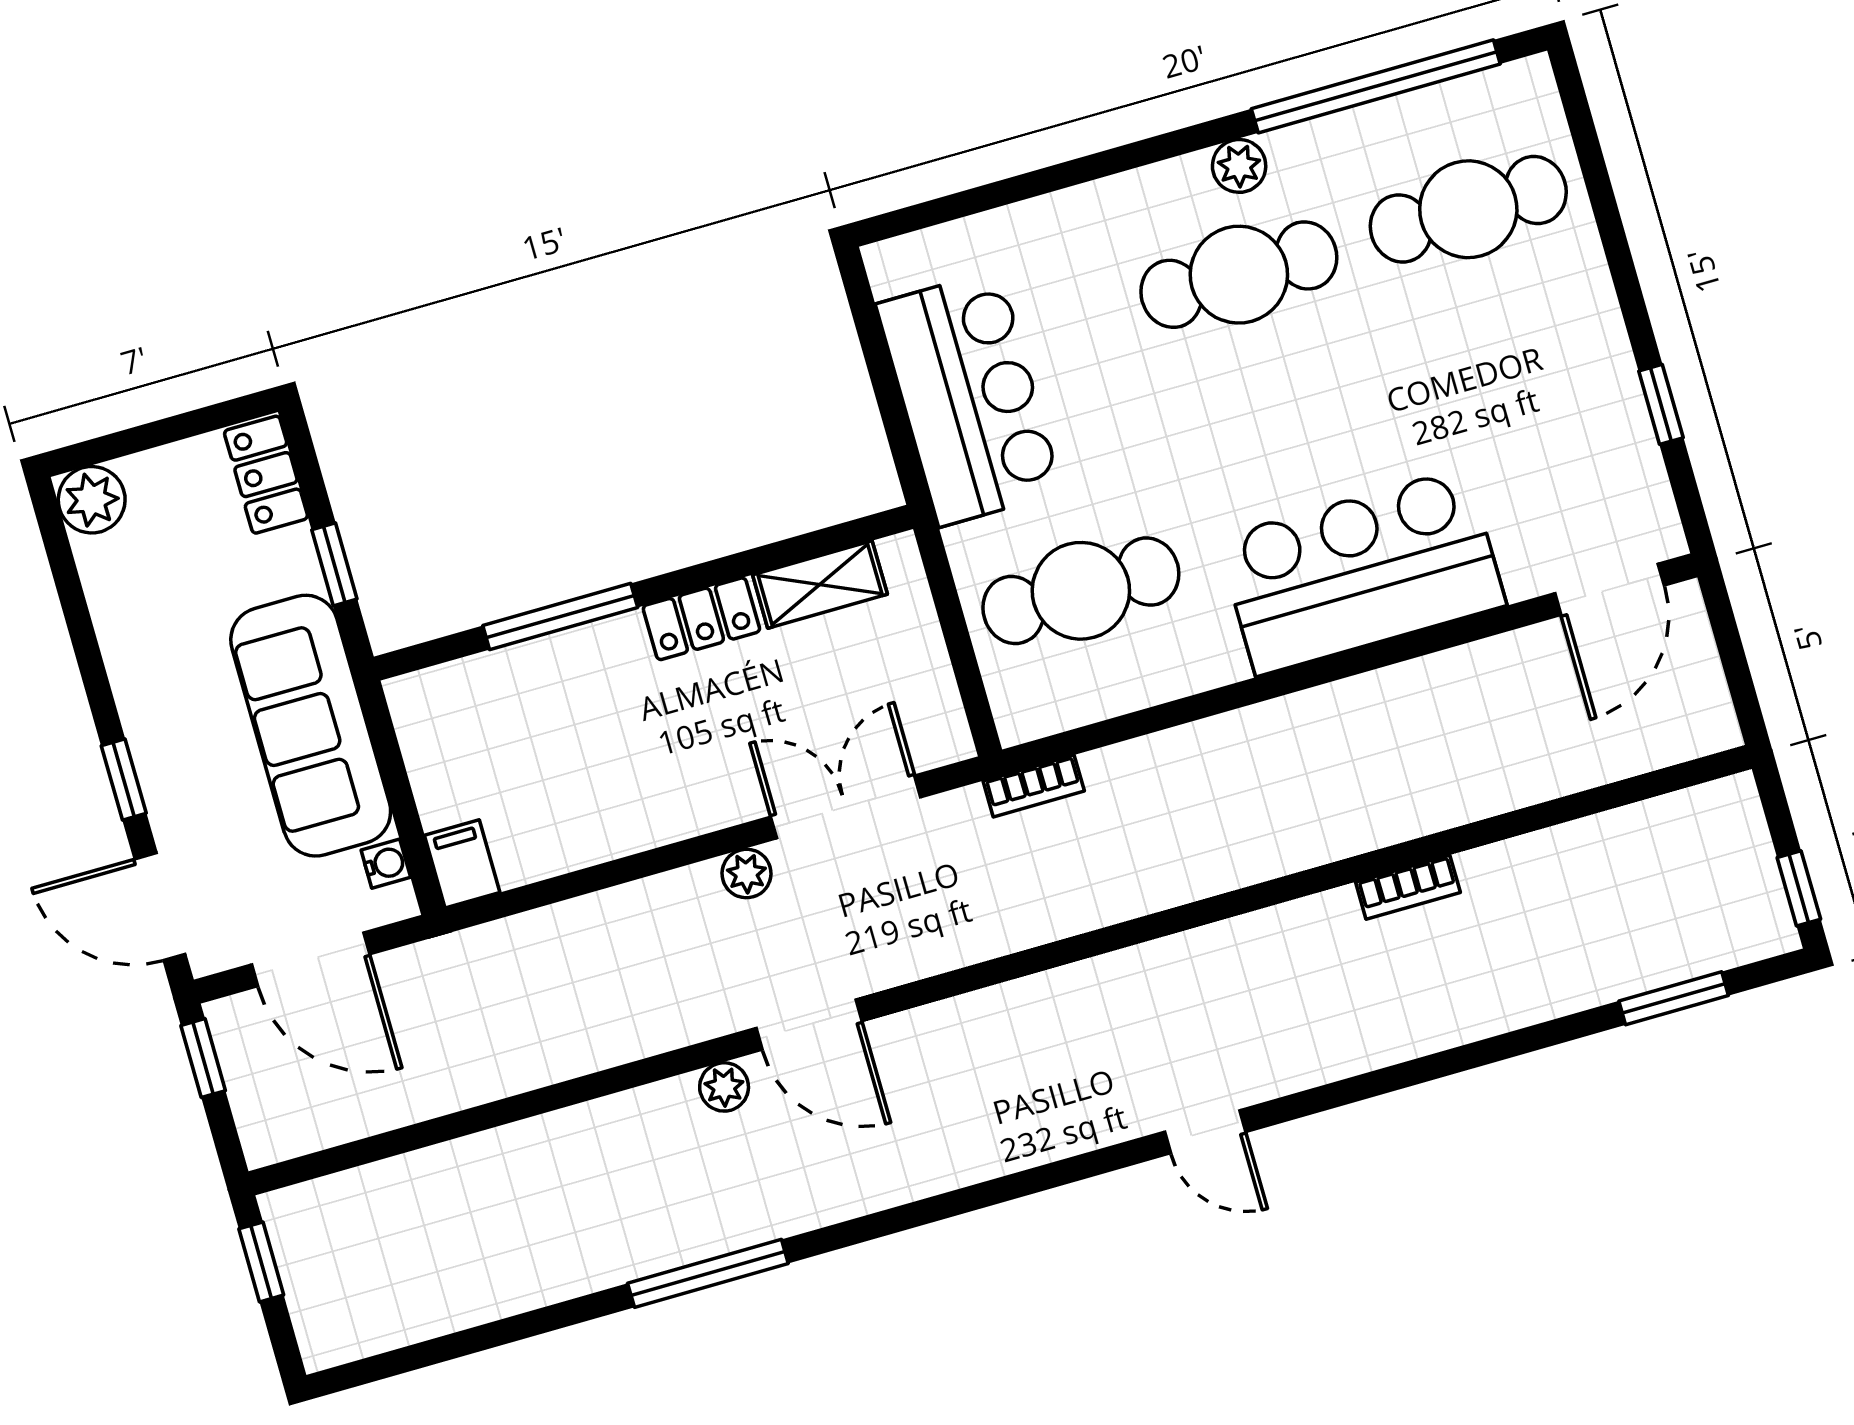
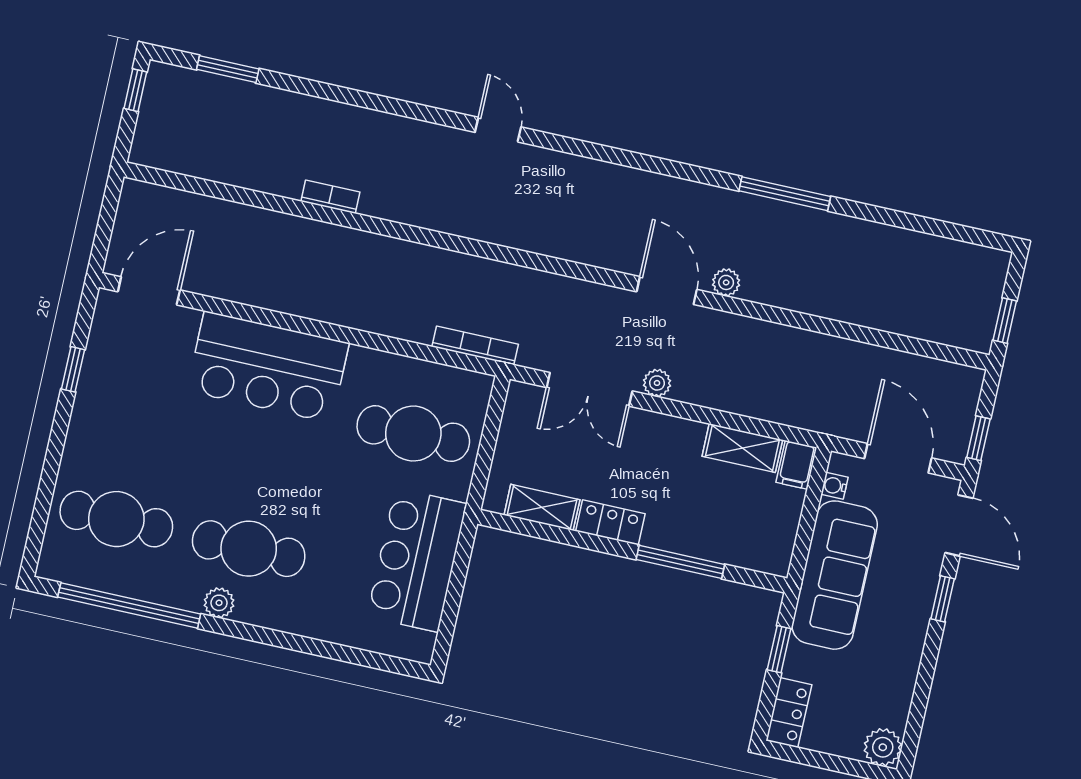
bookcase: (1034, 786) -> (475, 346), width x1.56
shelving: (560, 845) -> (742, 448), added

